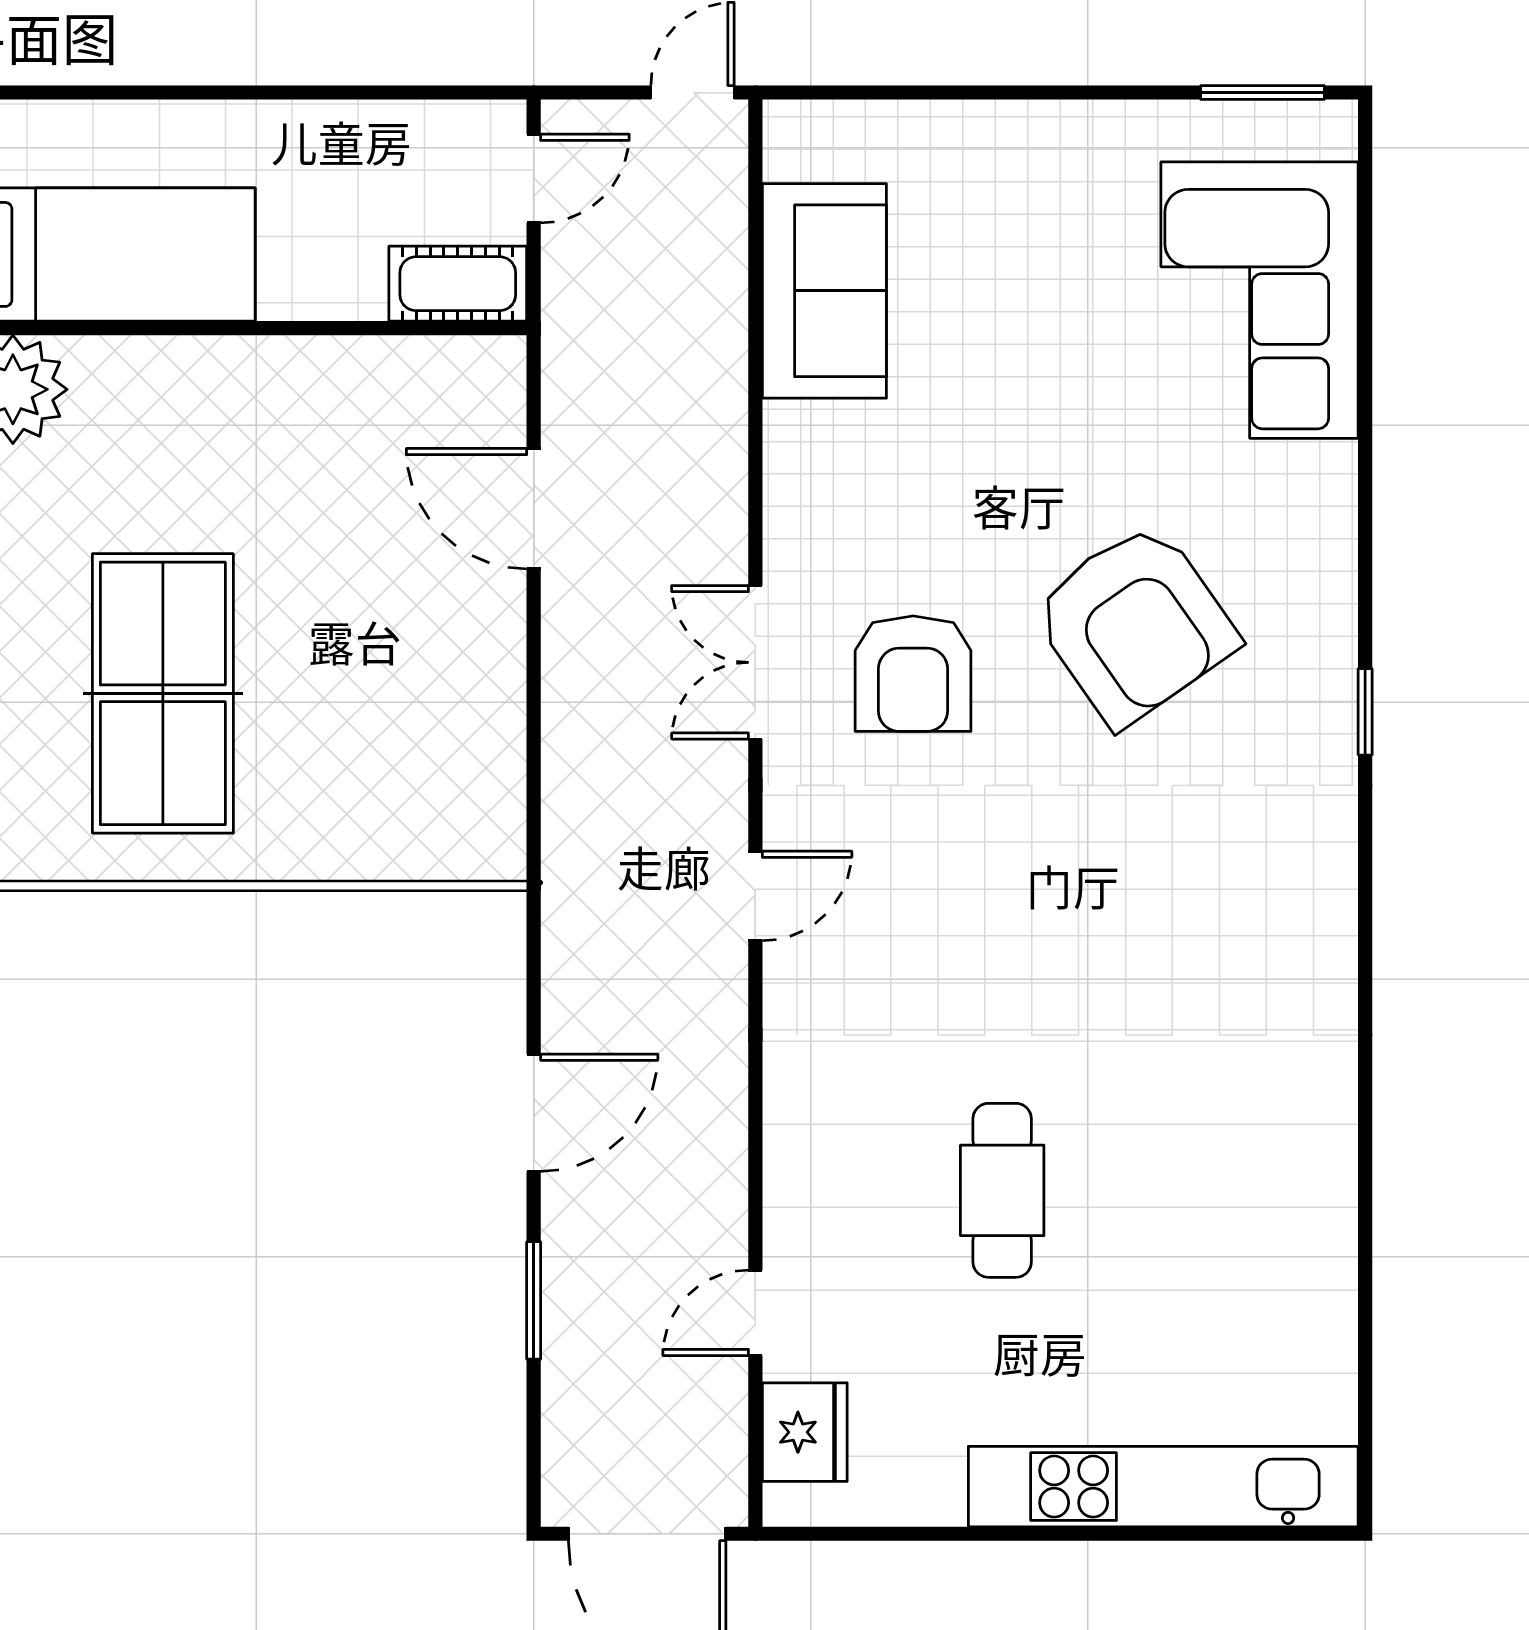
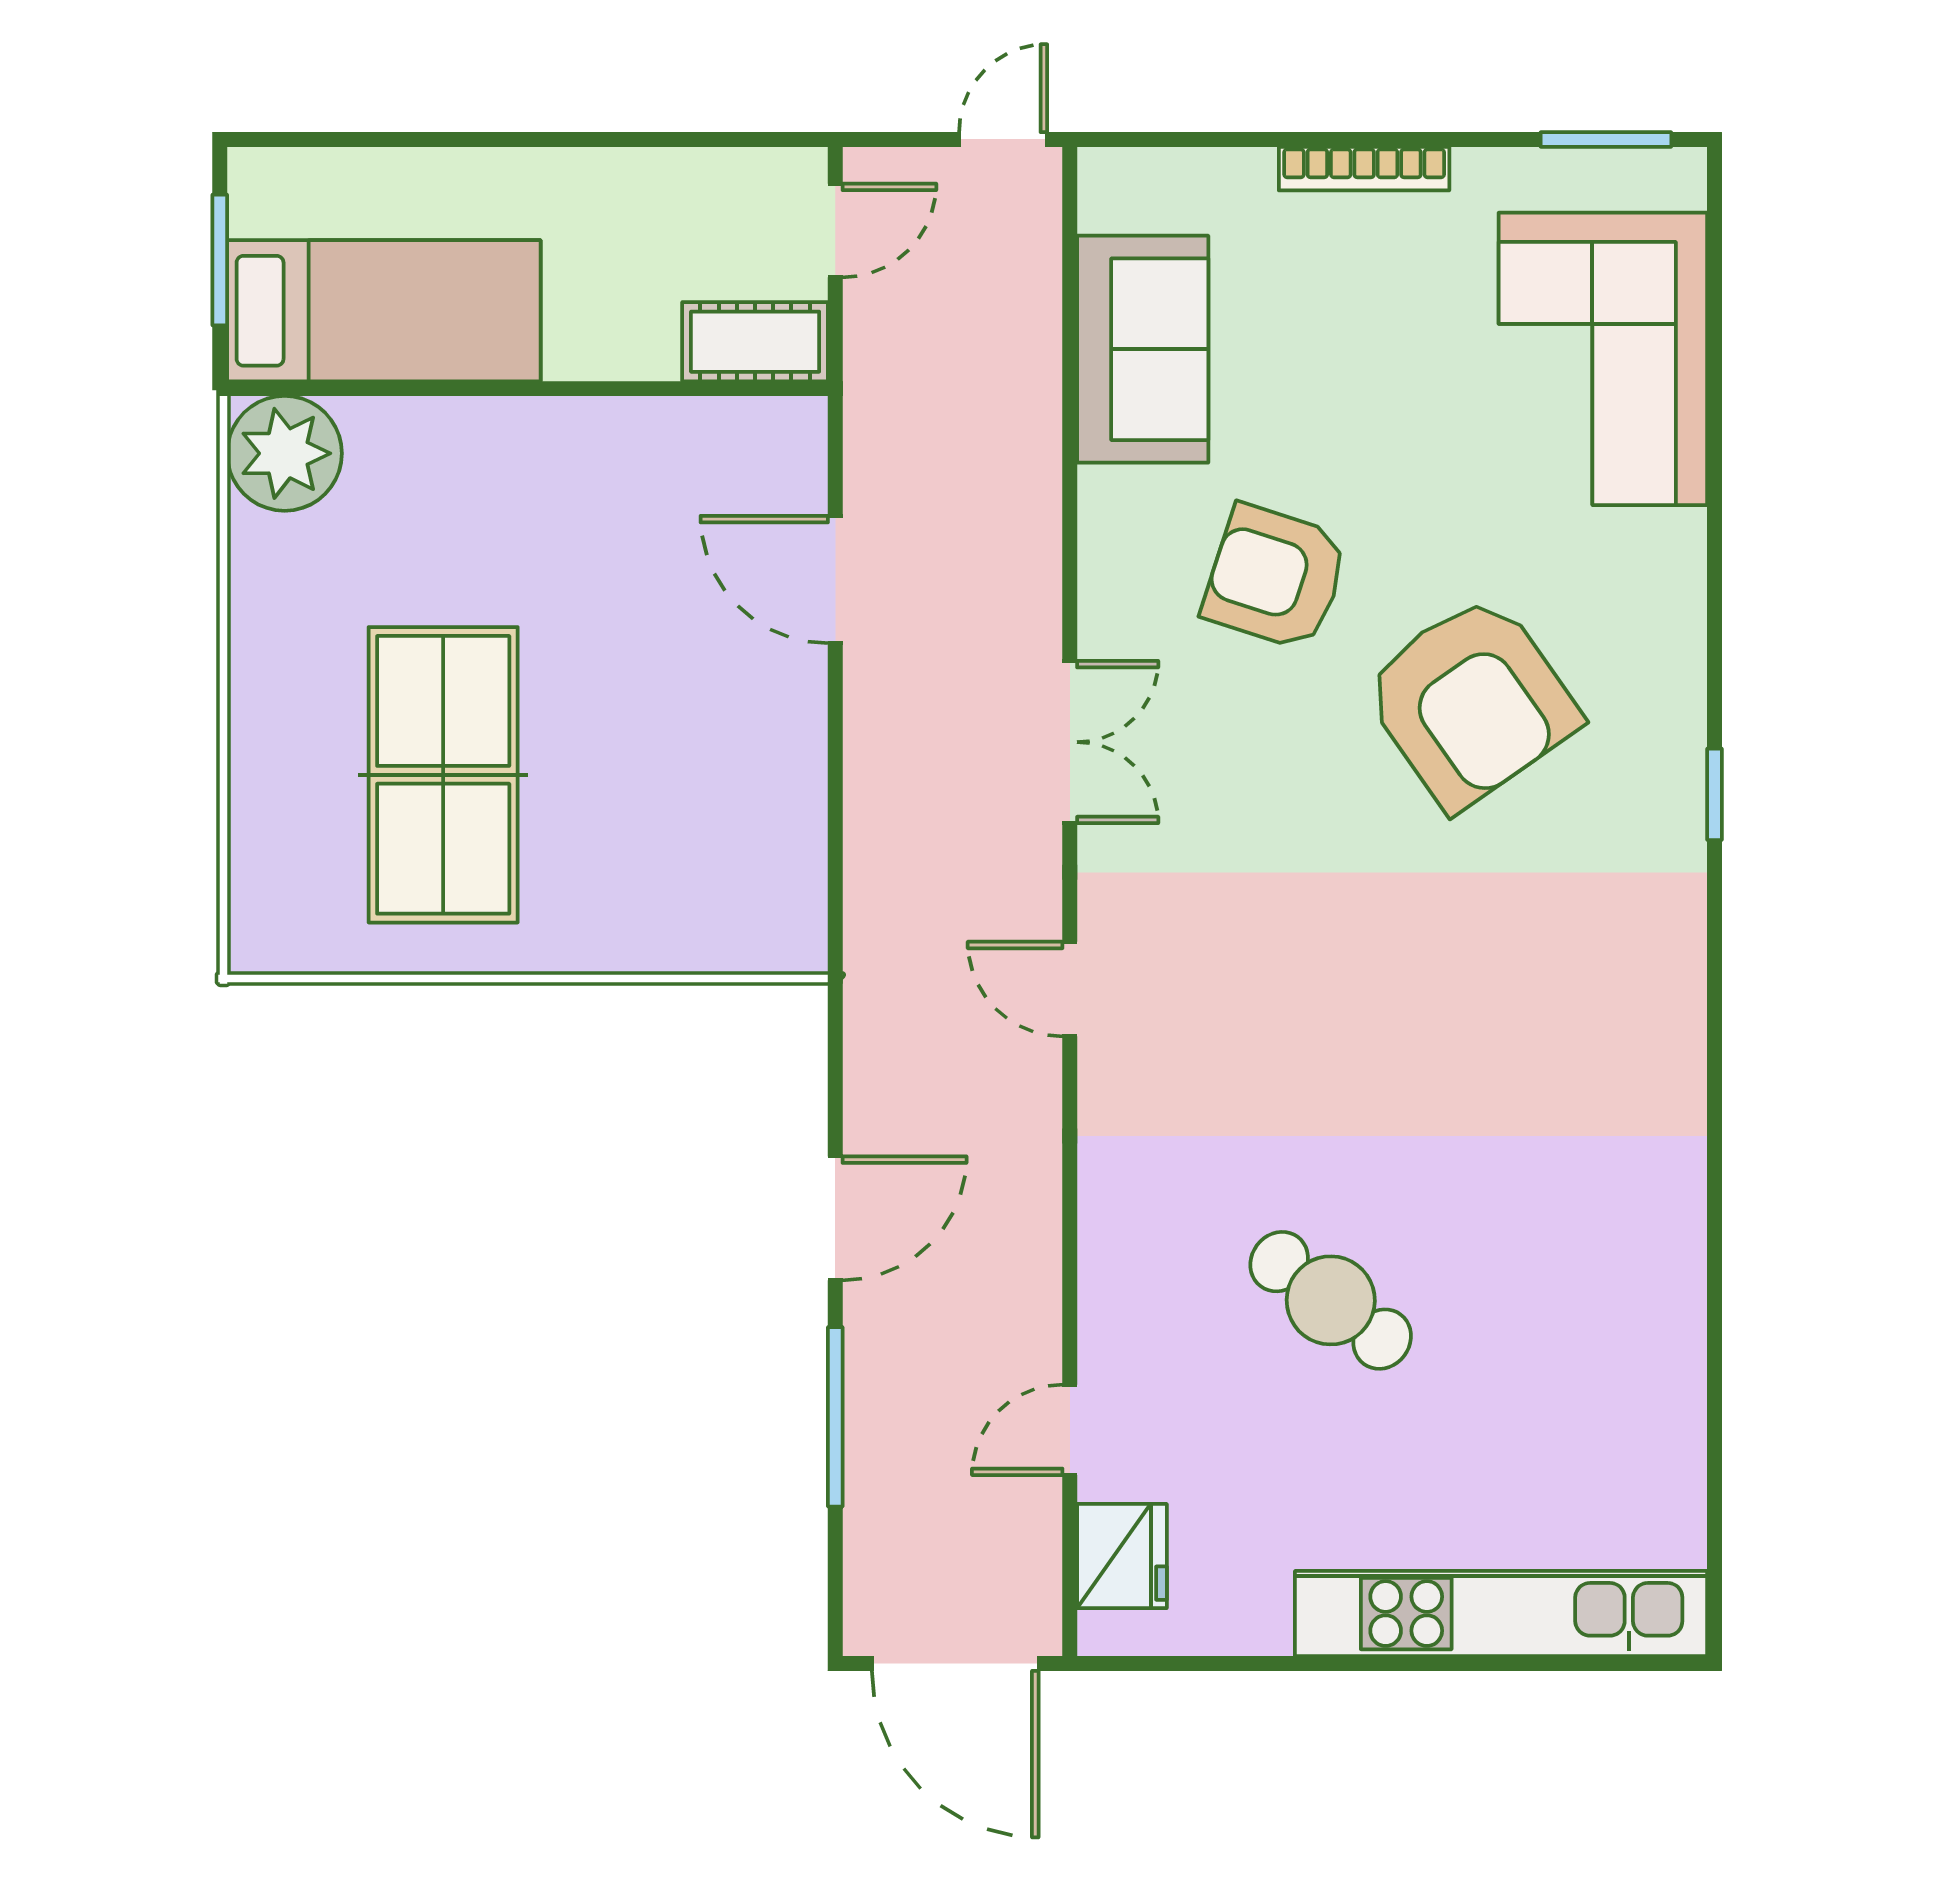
bookcase: (1034, 120) -> (1364, 169), added
double door: (755, 662) -> (1070, 742), swing flipped
armchair: (913, 674) -> (1275, 577), moved, turned 108
door: (755, 896) -> (1070, 989), swing flipped
cafe table: (1002, 1190) -> (1331, 1300), turned -53
window: (534, 1300) -> (835, 1417), width x1.44

